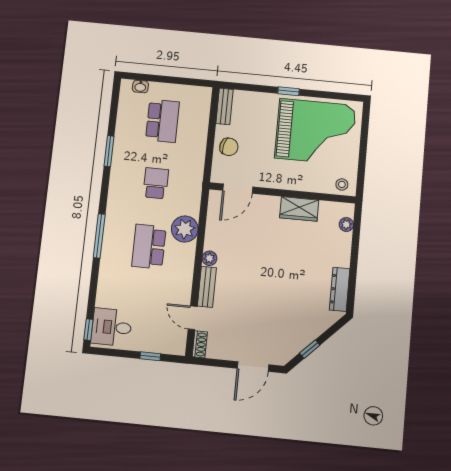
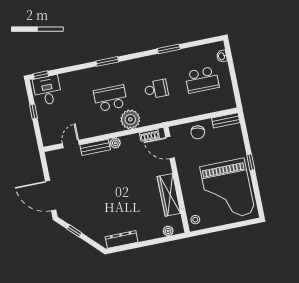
wardrobe: (299, 209) -> (169, 195), width x1.50
window: (99, 236) -> (107, 61), width x0.69
shoe rack: (200, 344) -> (149, 135), moved
window: (150, 356) -> (34, 111), moved
door: (253, 367) -> (51, 196), width x1.36

